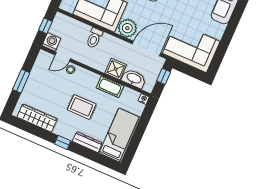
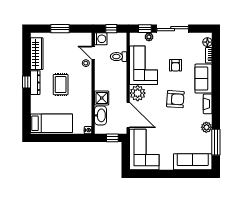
toilet: (94, 38) -> (119, 57), moved
cot: (110, 87) -> (86, 100), removed
dresser: (87, 142) -> (35, 83), moved

